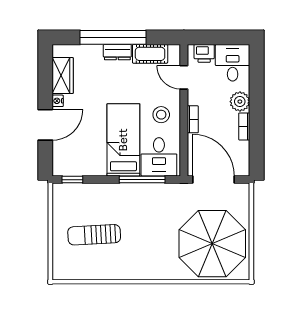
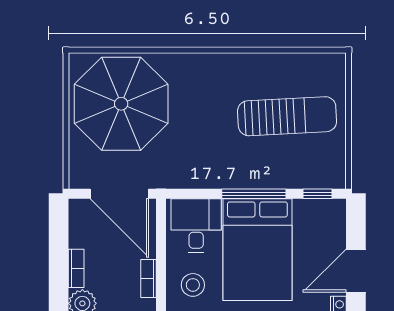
bed: (123, 140) -> (257, 250), width x1.50
window: (142, 180) -> (254, 194), moved
sun lounger: (94, 235) -> (287, 116), width x1.36, depth x1.34

